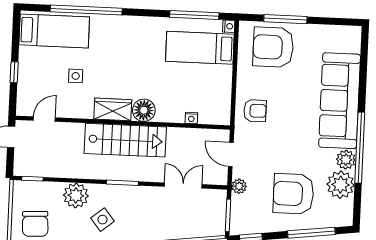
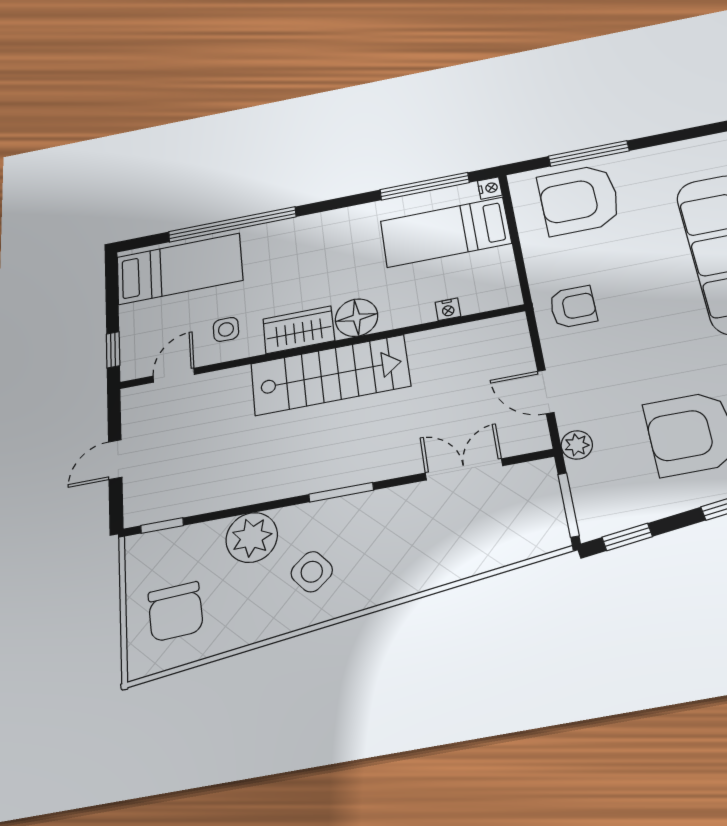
wardrobe: (113, 109) -> (299, 330), moved
floor lamp: (144, 110) -> (357, 318), moved
nightstand: (191, 118) -> (448, 309), moved
door: (44, 119) -> (174, 375), moved
wall: (123, 123) -> (321, 347), moved
stairs: (125, 140) -> (330, 375), moved

